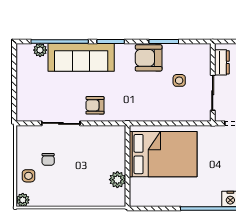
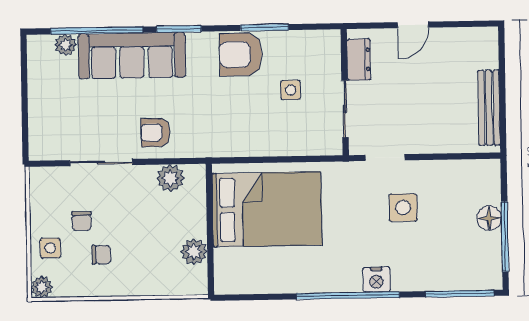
plant: (104, 134) -> (170, 178), added
chair: (60, 180) -> (101, 255), added

